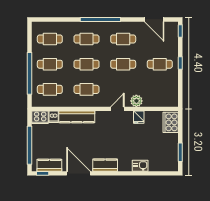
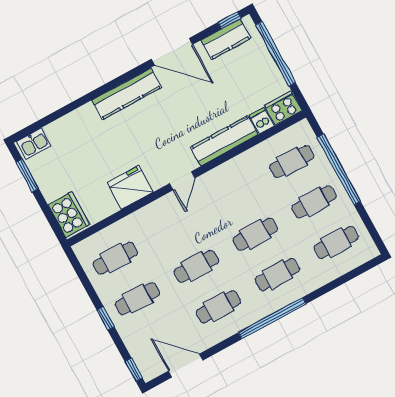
cafe table: (87, 89) -> (115, 258), moved
plant: (136, 101) -> (143, 219), removed
door: (117, 109) -> (182, 181), moved
fridge: (139, 117) -> (130, 187), width x1.88, depth x1.34
kitchen counter: (105, 165) -> (127, 94), width x1.50
kitchen sink: (140, 166) -> (34, 143), moved

